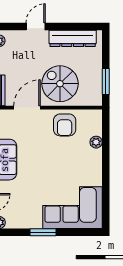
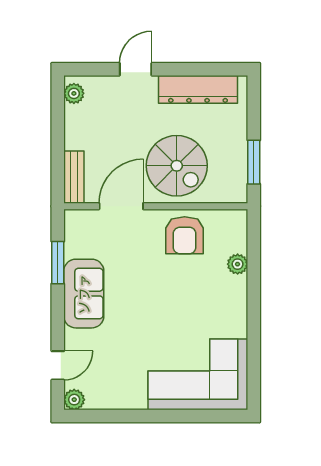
spiral stairs: (60, 84) -> (177, 166), turned 180
window: (43, 232) -> (148, 416), removed

